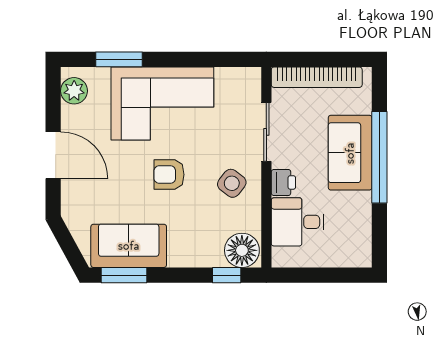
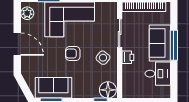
window: (379, 157) -> (174, 45), width x0.68
desk: (298, 222) -> (158, 74), moved, turned 180

